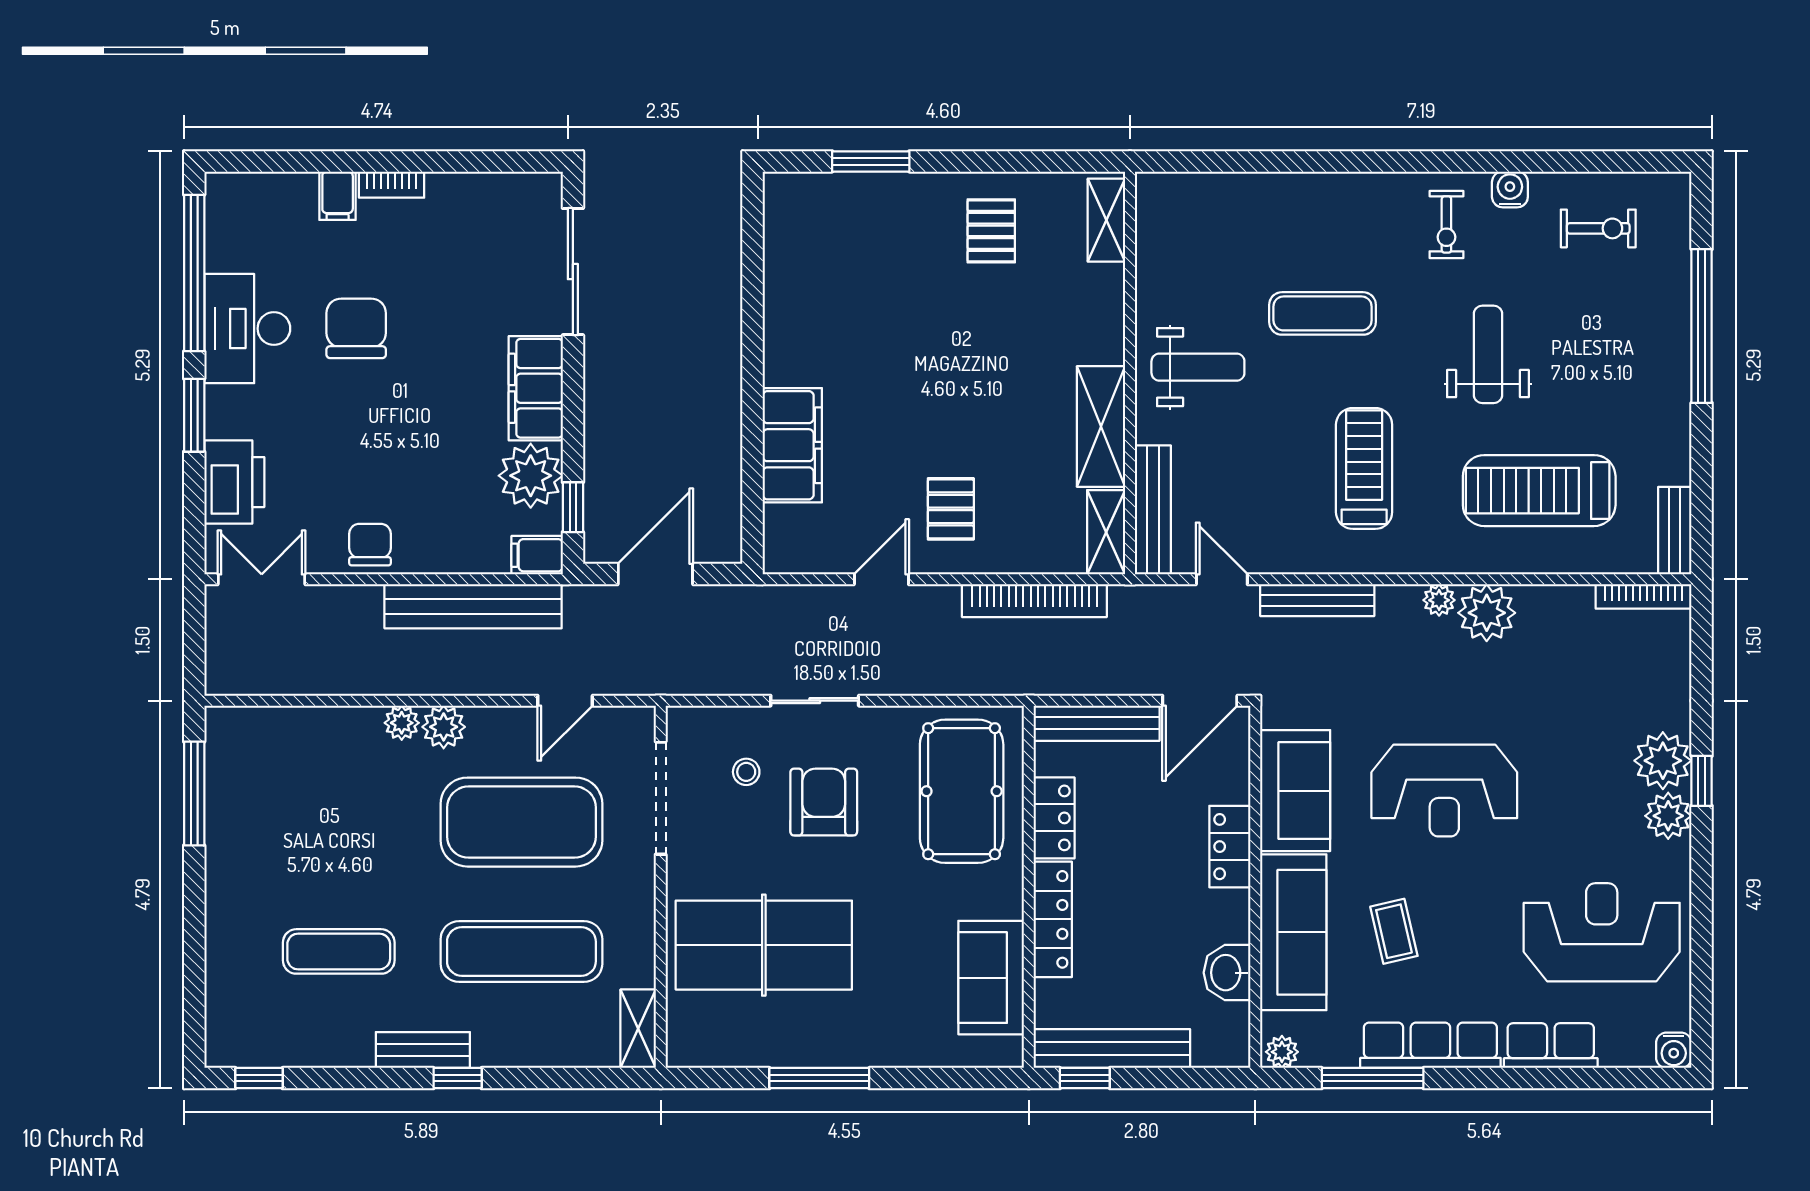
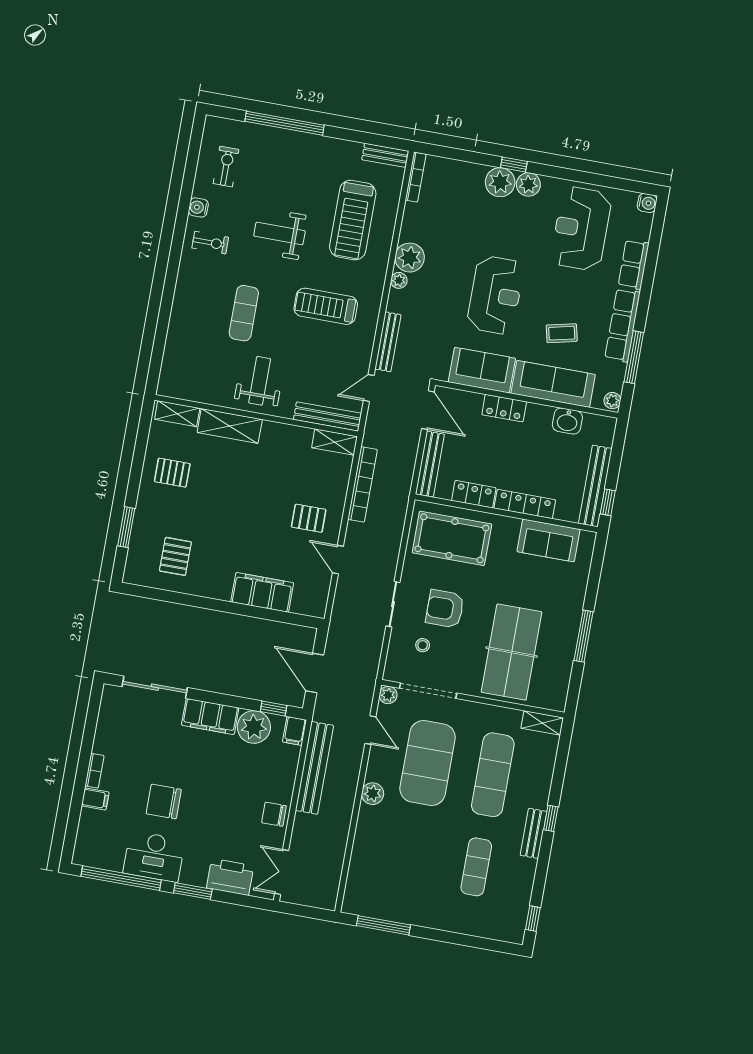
pallet: (831, 266) -> (175, 556), added
shelving: (1101, 426) -> (230, 426), moved
plant: (402, 723) -> (388, 695), moved

